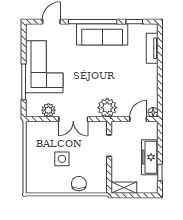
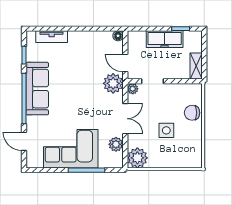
door: (138, 119) -> (125, 63), moved
plant: (102, 126) -> (133, 89), added
plant: (35, 131) -> (137, 158), added

